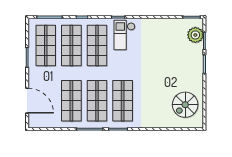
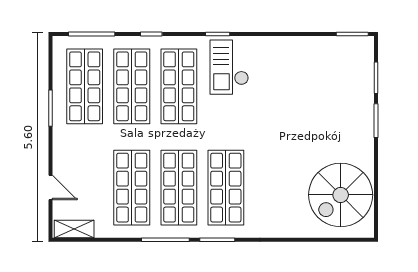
plant: (195, 35) -> (359, 67), removed
door: (27, 101) -> (51, 188), width x0.53
spiral stairs: (185, 105) -> (341, 195), width x1.37, depth x1.37
shelving: (40, 123) -> (74, 229), added

